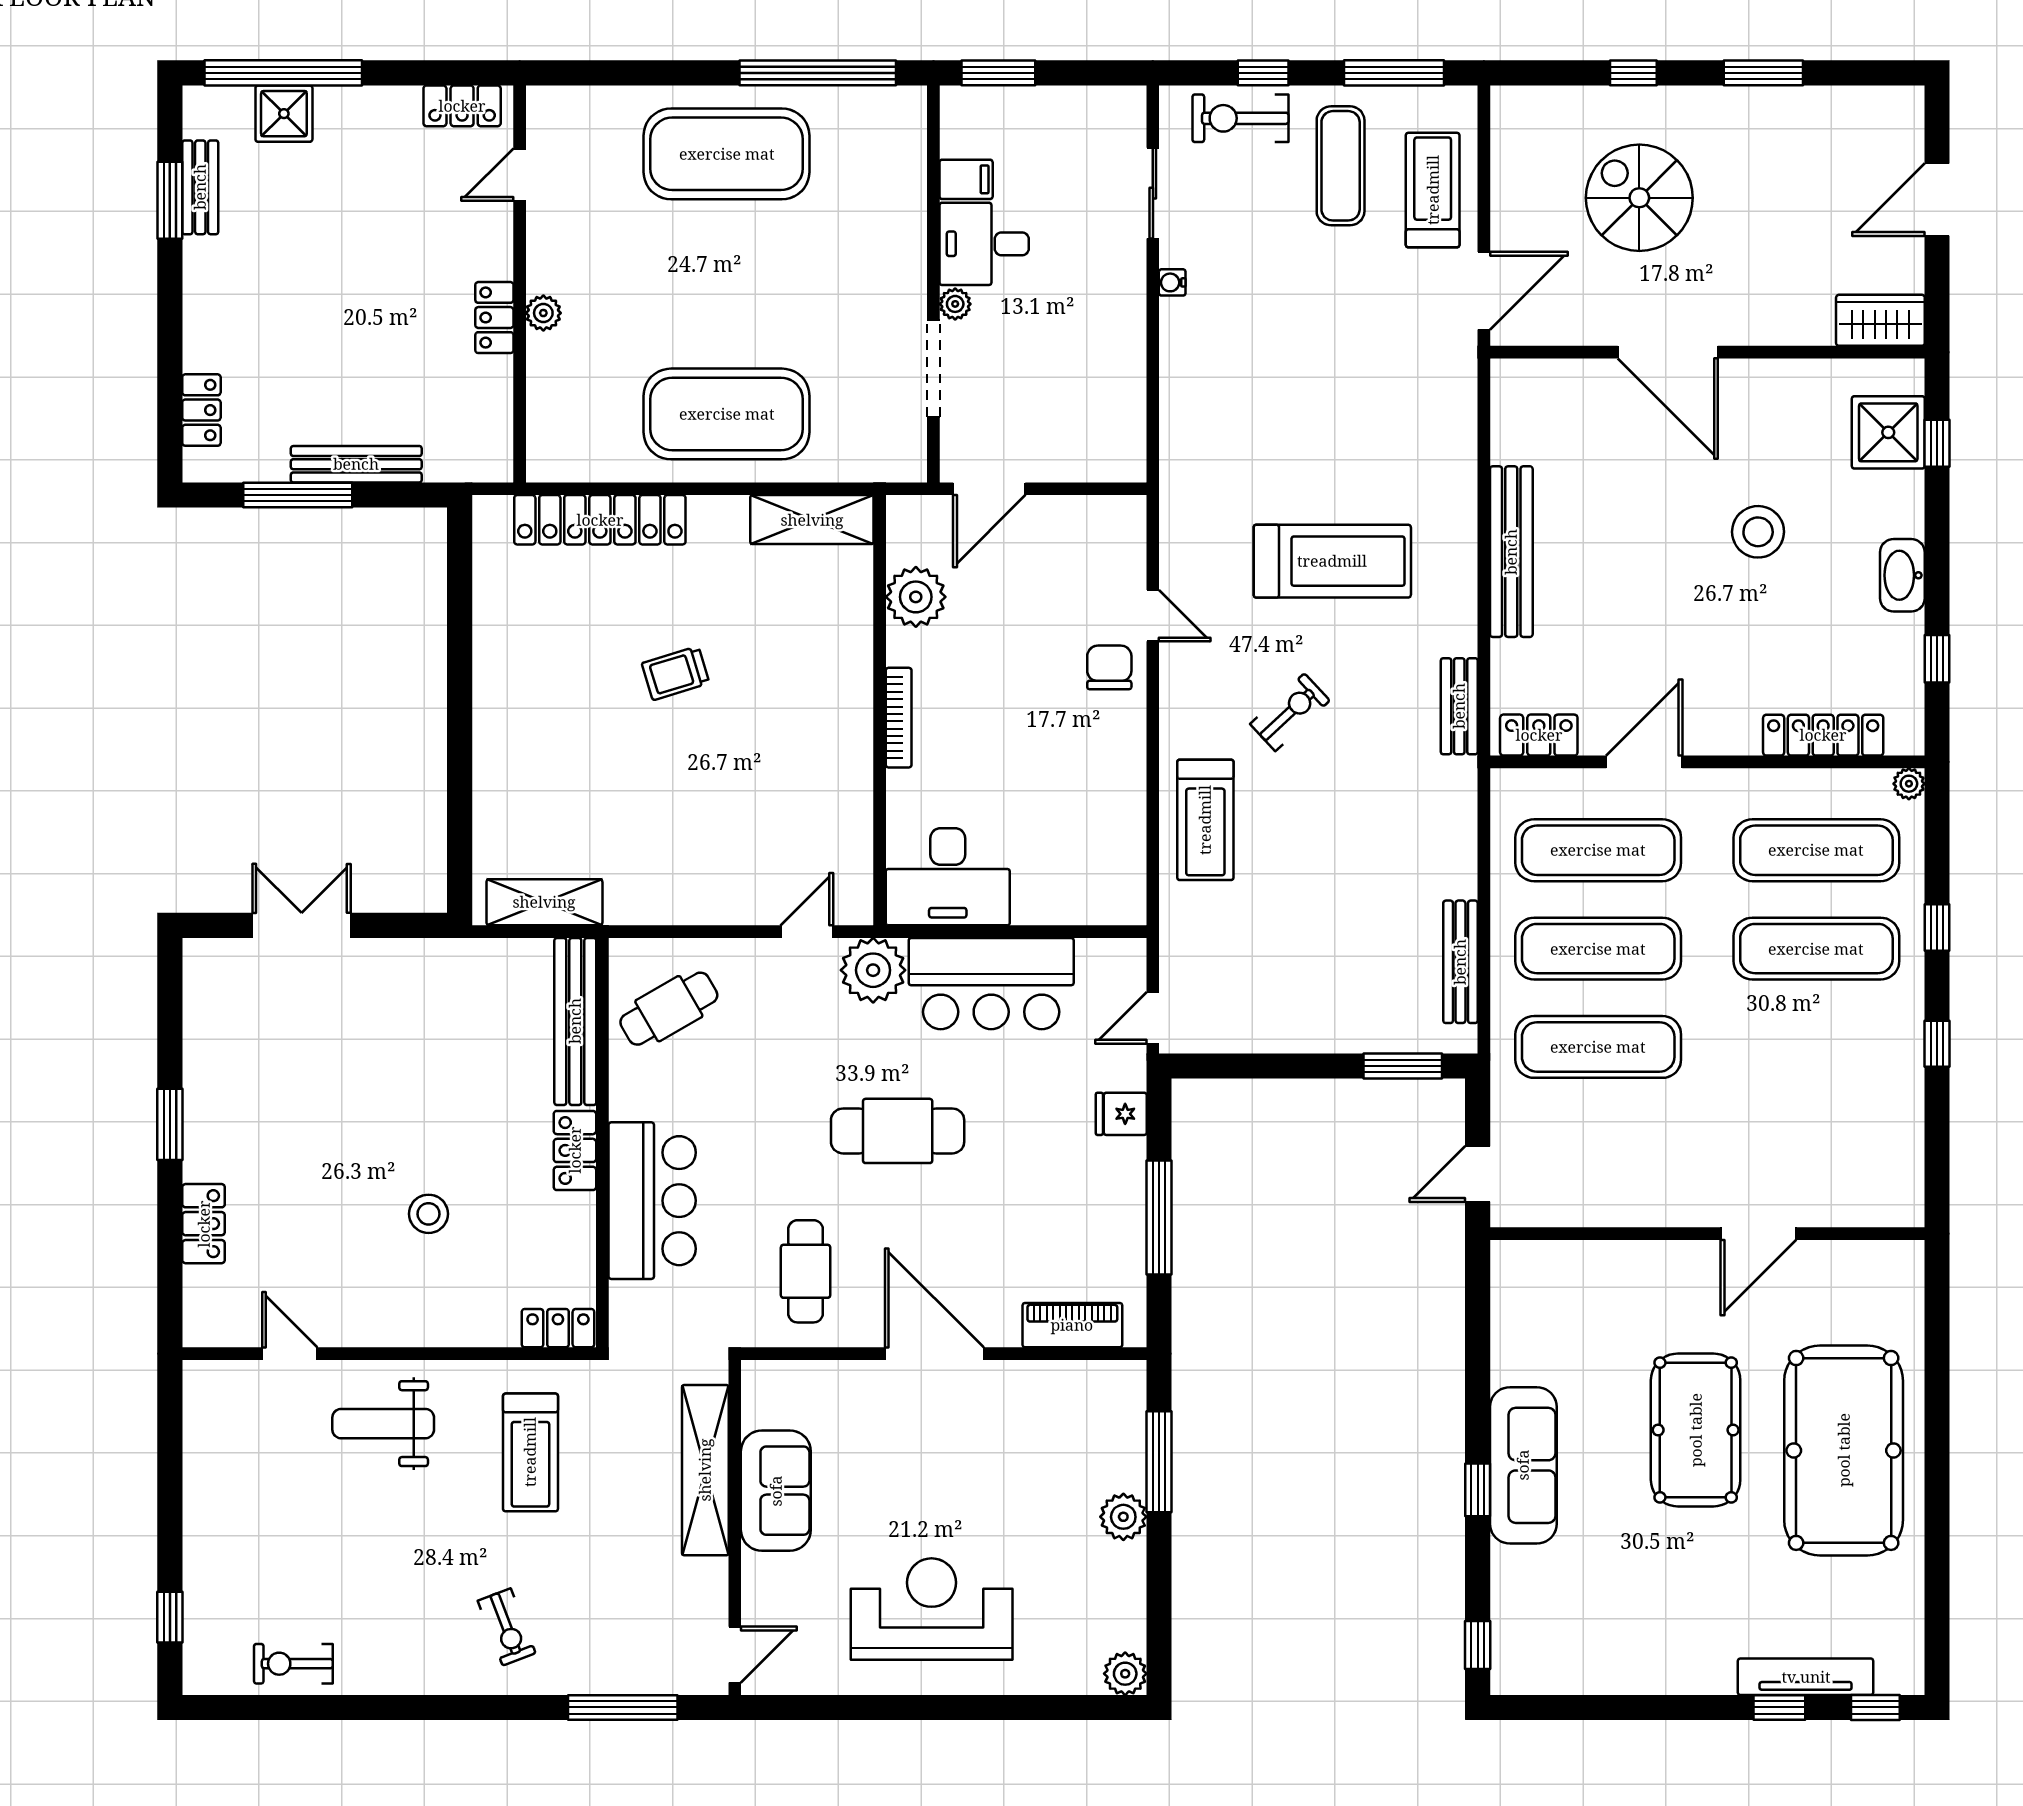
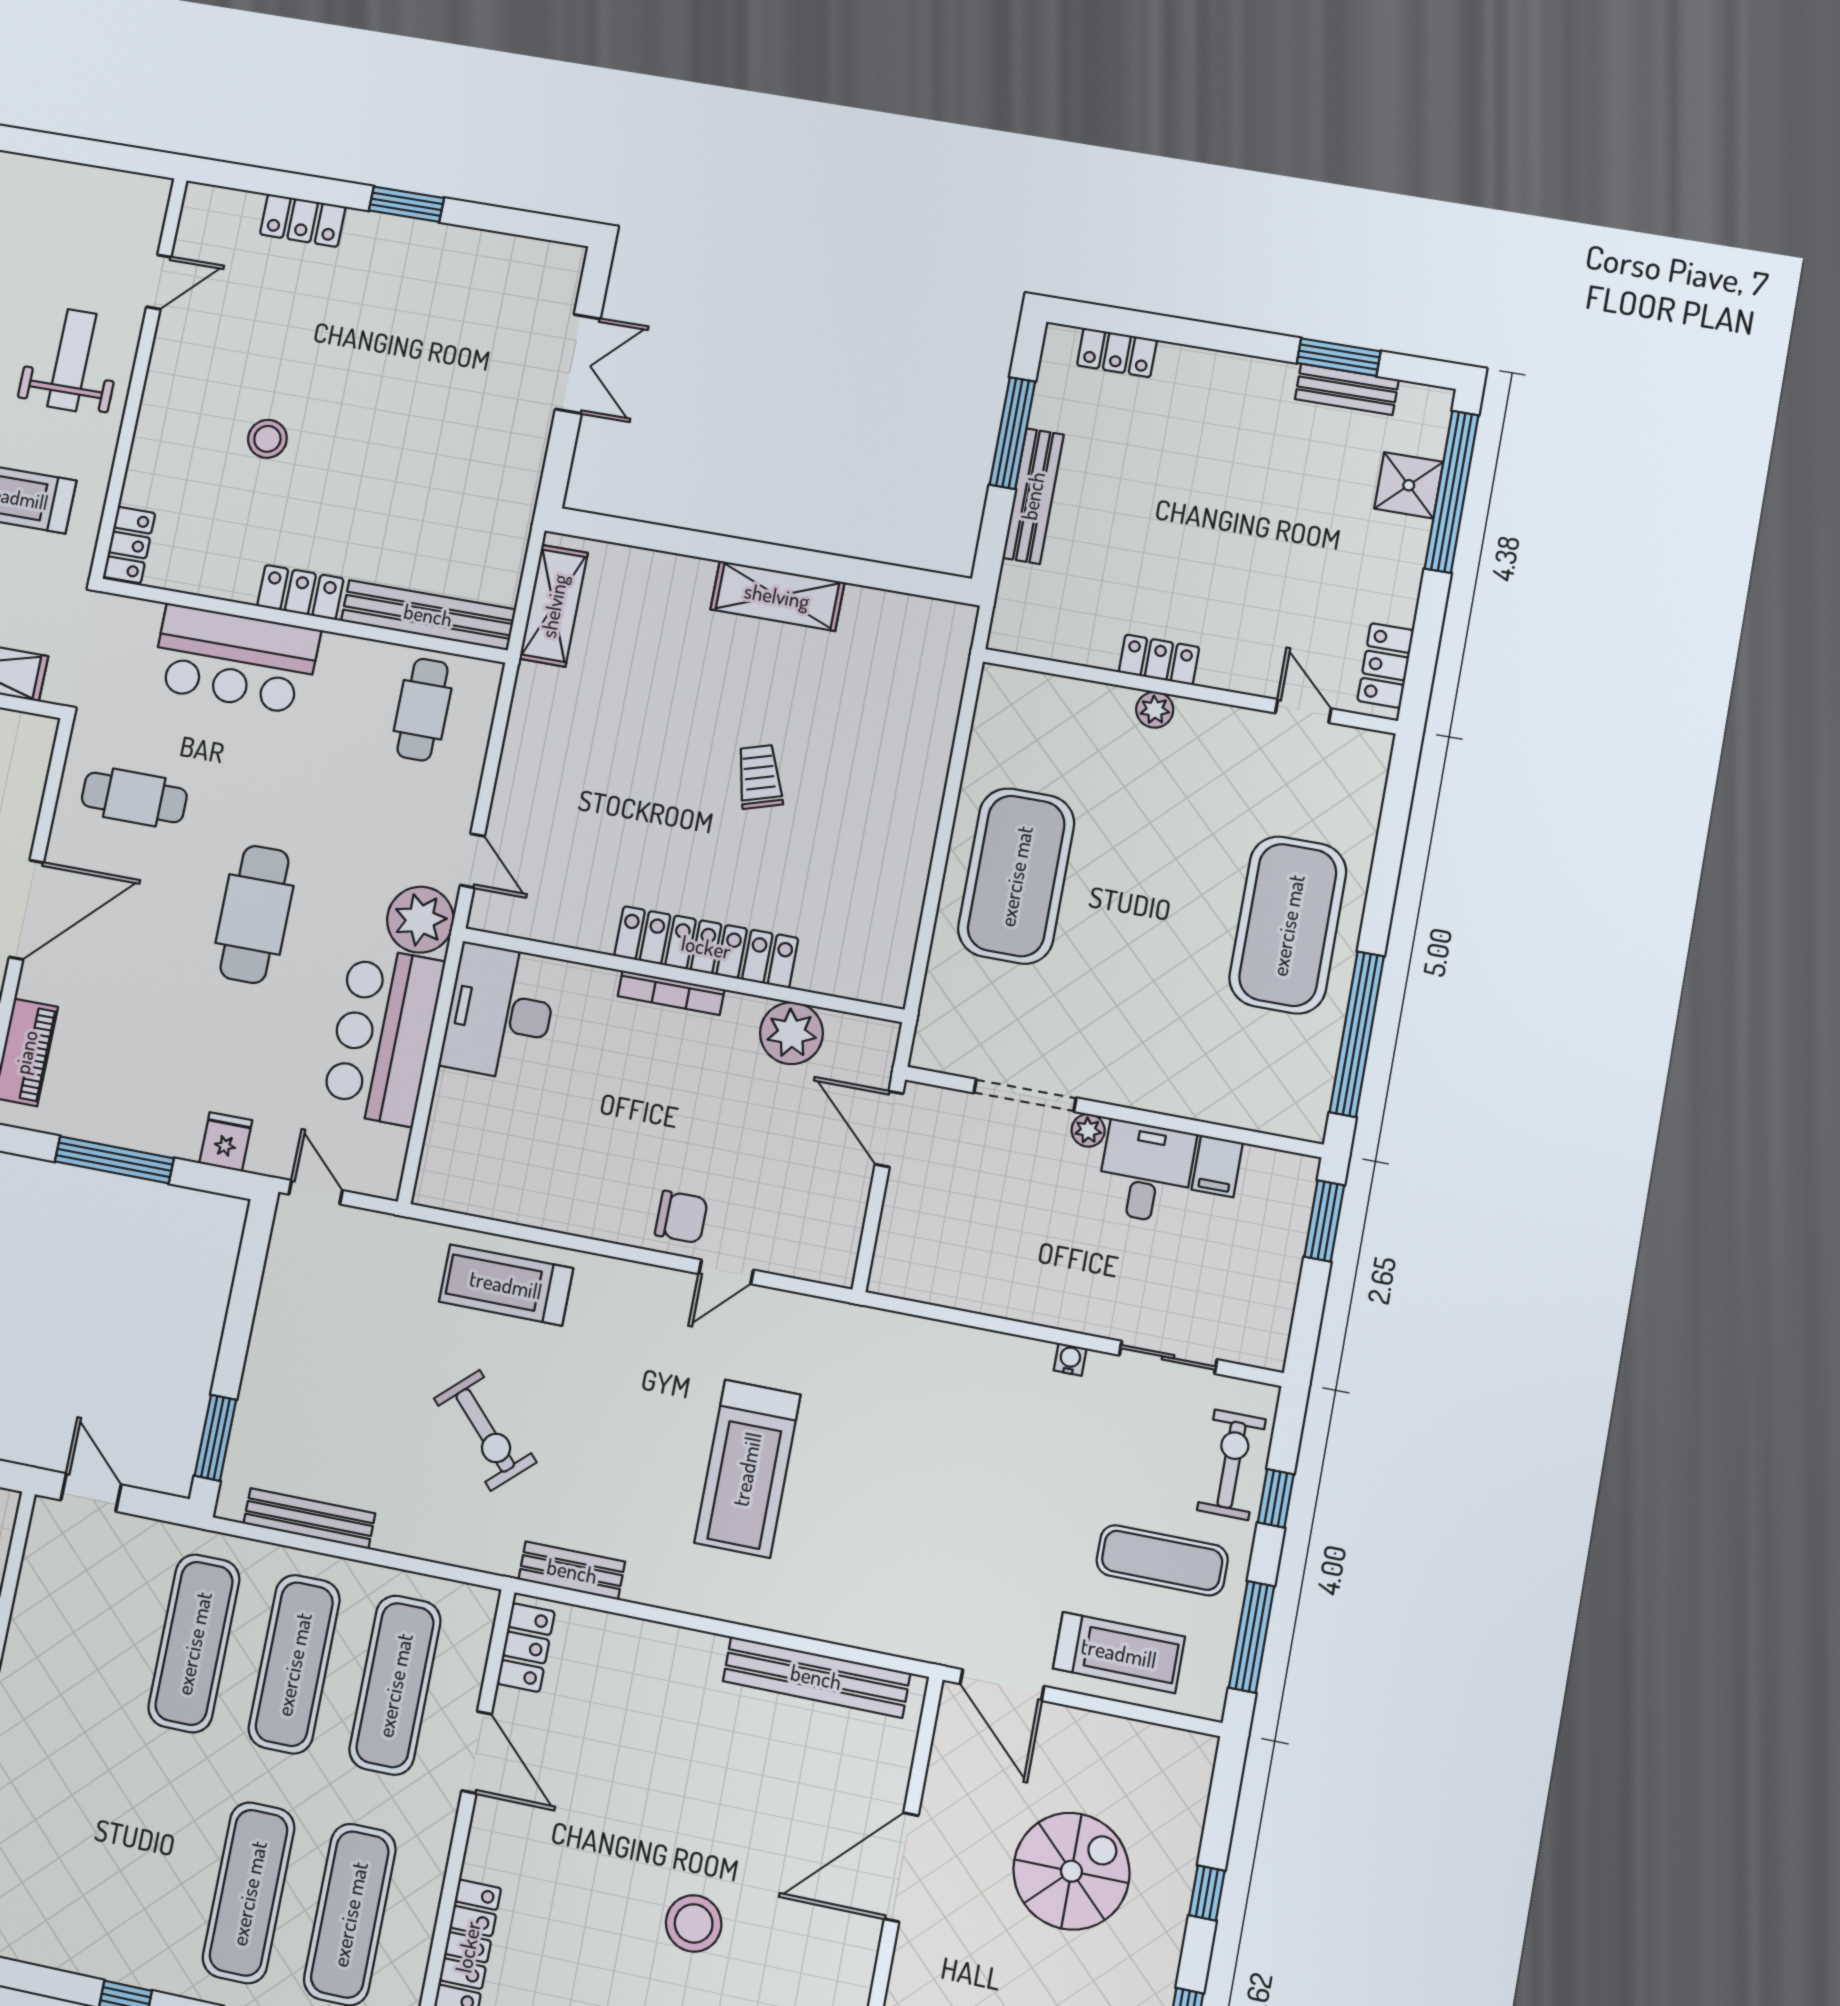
locker: (600, 520) -> (706, 947), moved, turned 90
shelving: (812, 520) -> (777, 596), moved, turned 90
bench: (1511, 552) -> (816, 1677), moved
exercise bike: (1290, 712) -> (485, 1430), moved, width x1.38, depth x1.39
cafe table: (669, 1009) -> (423, 710), turned 30

